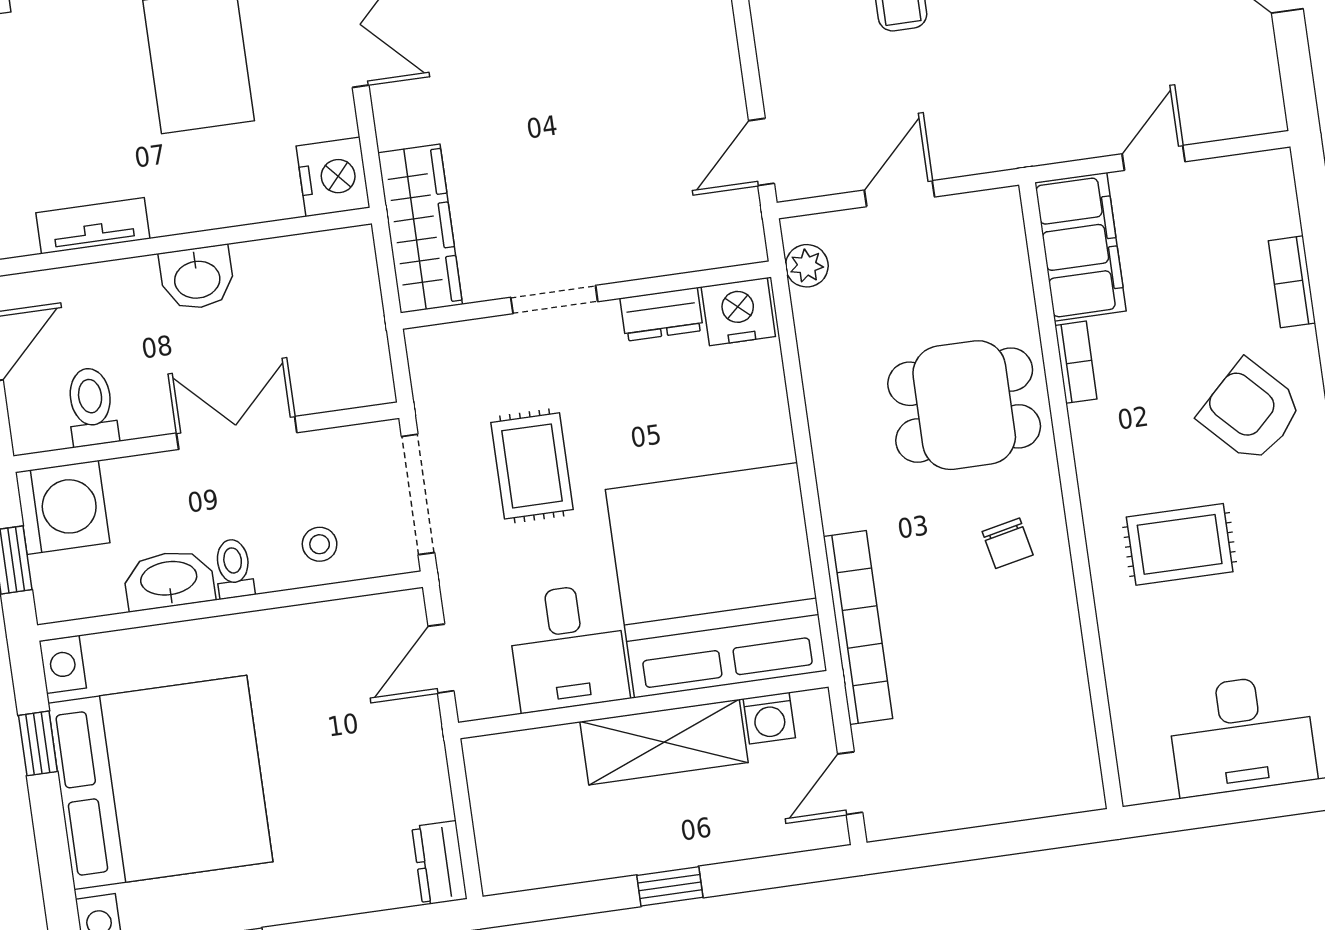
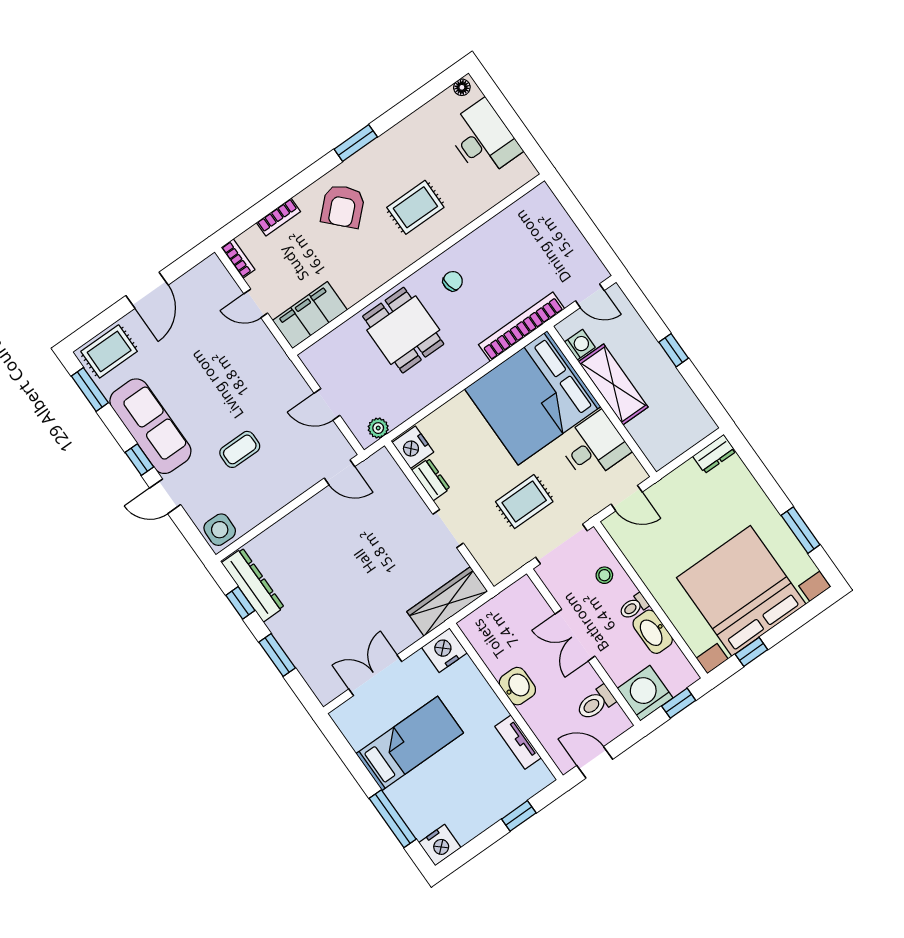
bookcase: (1076, 362) -> (238, 258), moved, turned 90
rug: (1180, 544) -> (415, 207), turned 90

